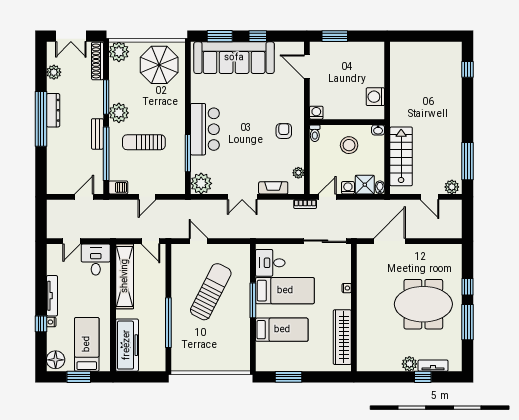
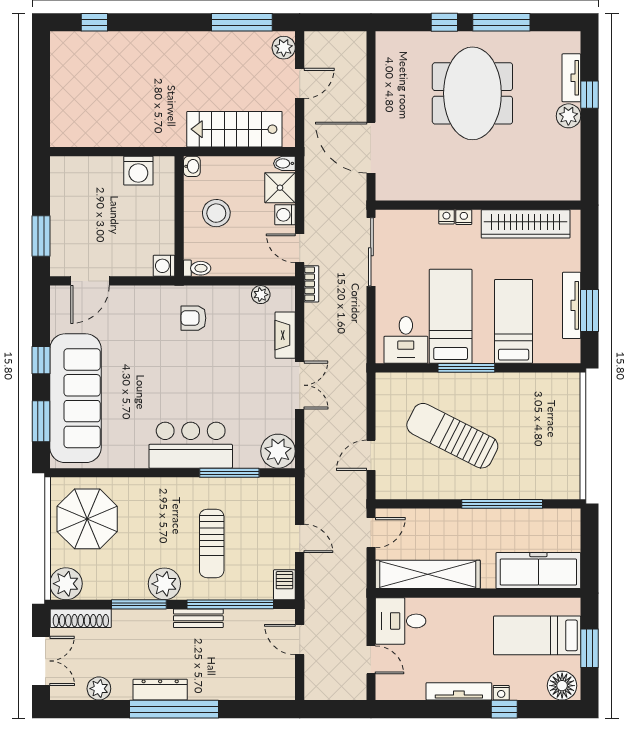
nightstand: (347, 299) -> (464, 217), added
tv unit: (292, 366) -> (572, 305), added

